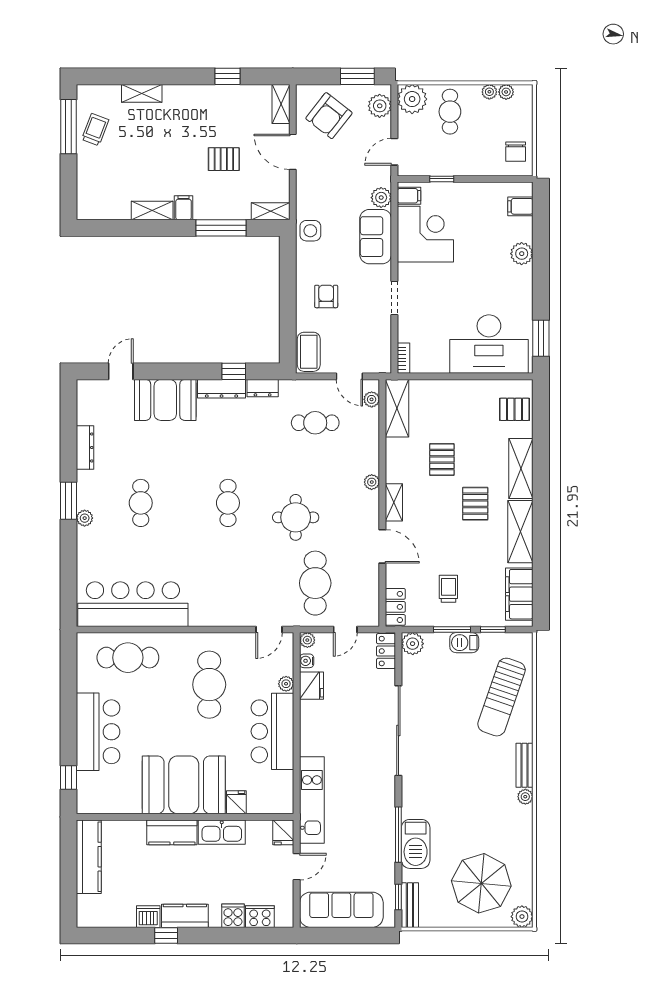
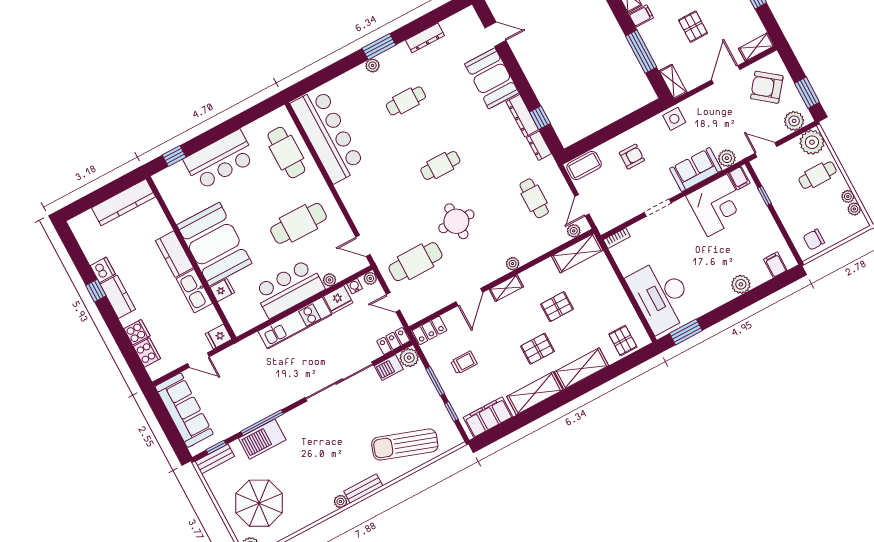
barbecue: (464, 643) -> (389, 368), moved, turned -90
kitchen unit: (312, 800) -> (295, 323), moved

